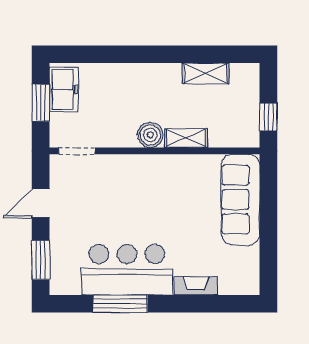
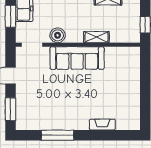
boiler: (150, 135) -> (58, 35), moved
sofa: (240, 200) -> (77, 58), moved, turned -90
bar counter: (127, 270) -> (62, 115), removed

